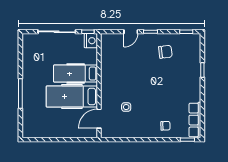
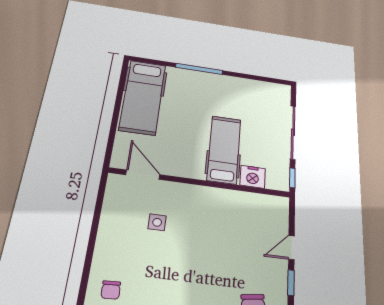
door: (131, 32) -> (291, 248), hinge flipped
nightstand: (91, 41) -> (253, 177), moved
hospital bed: (72, 96) -> (143, 97), moved, turned 180

